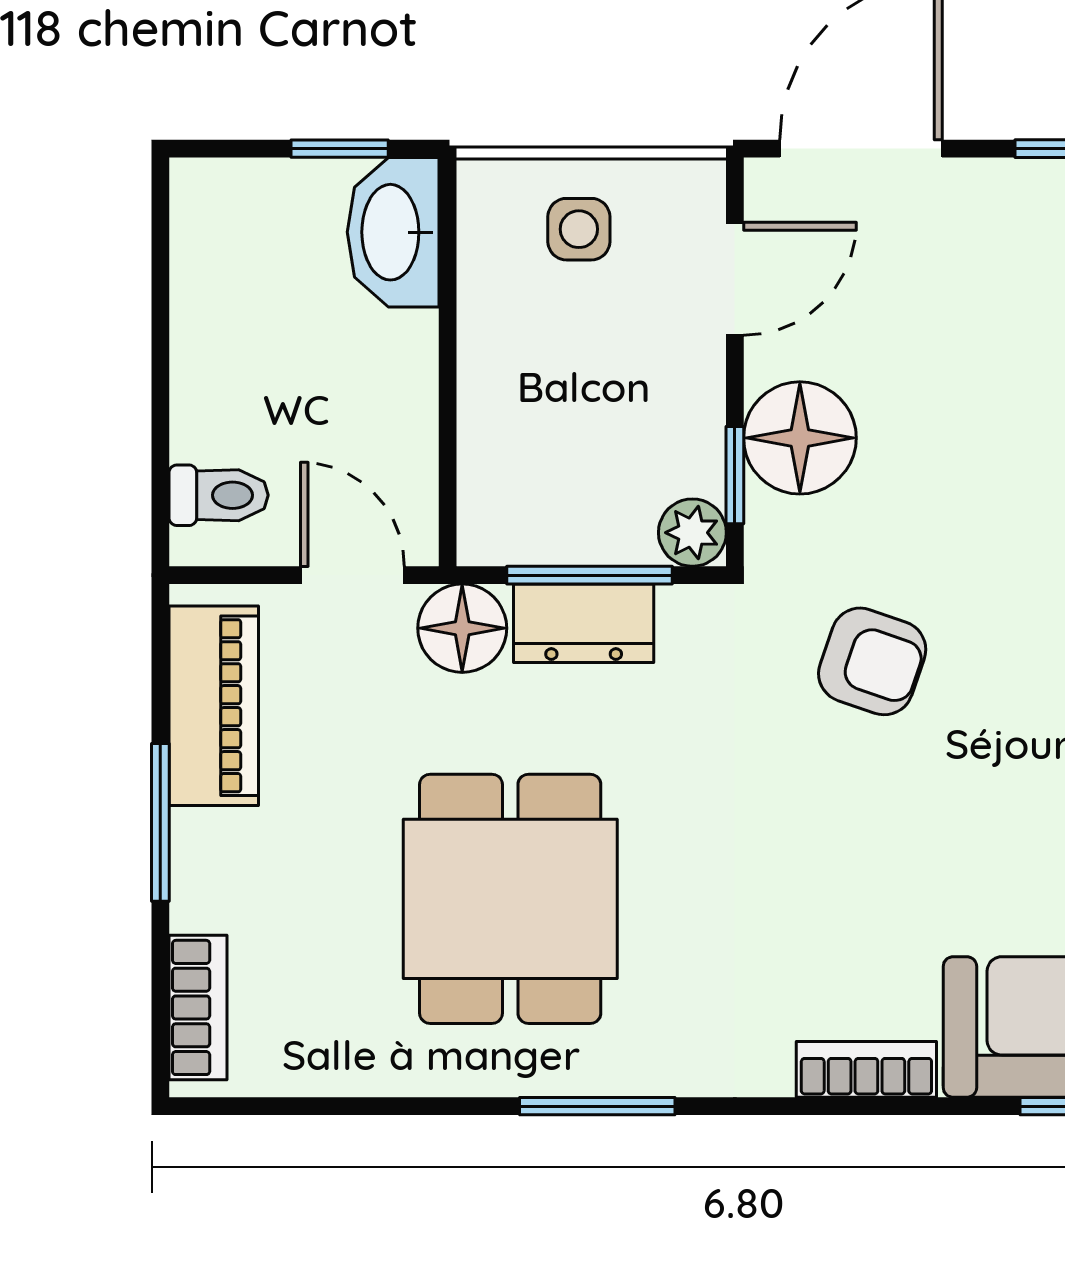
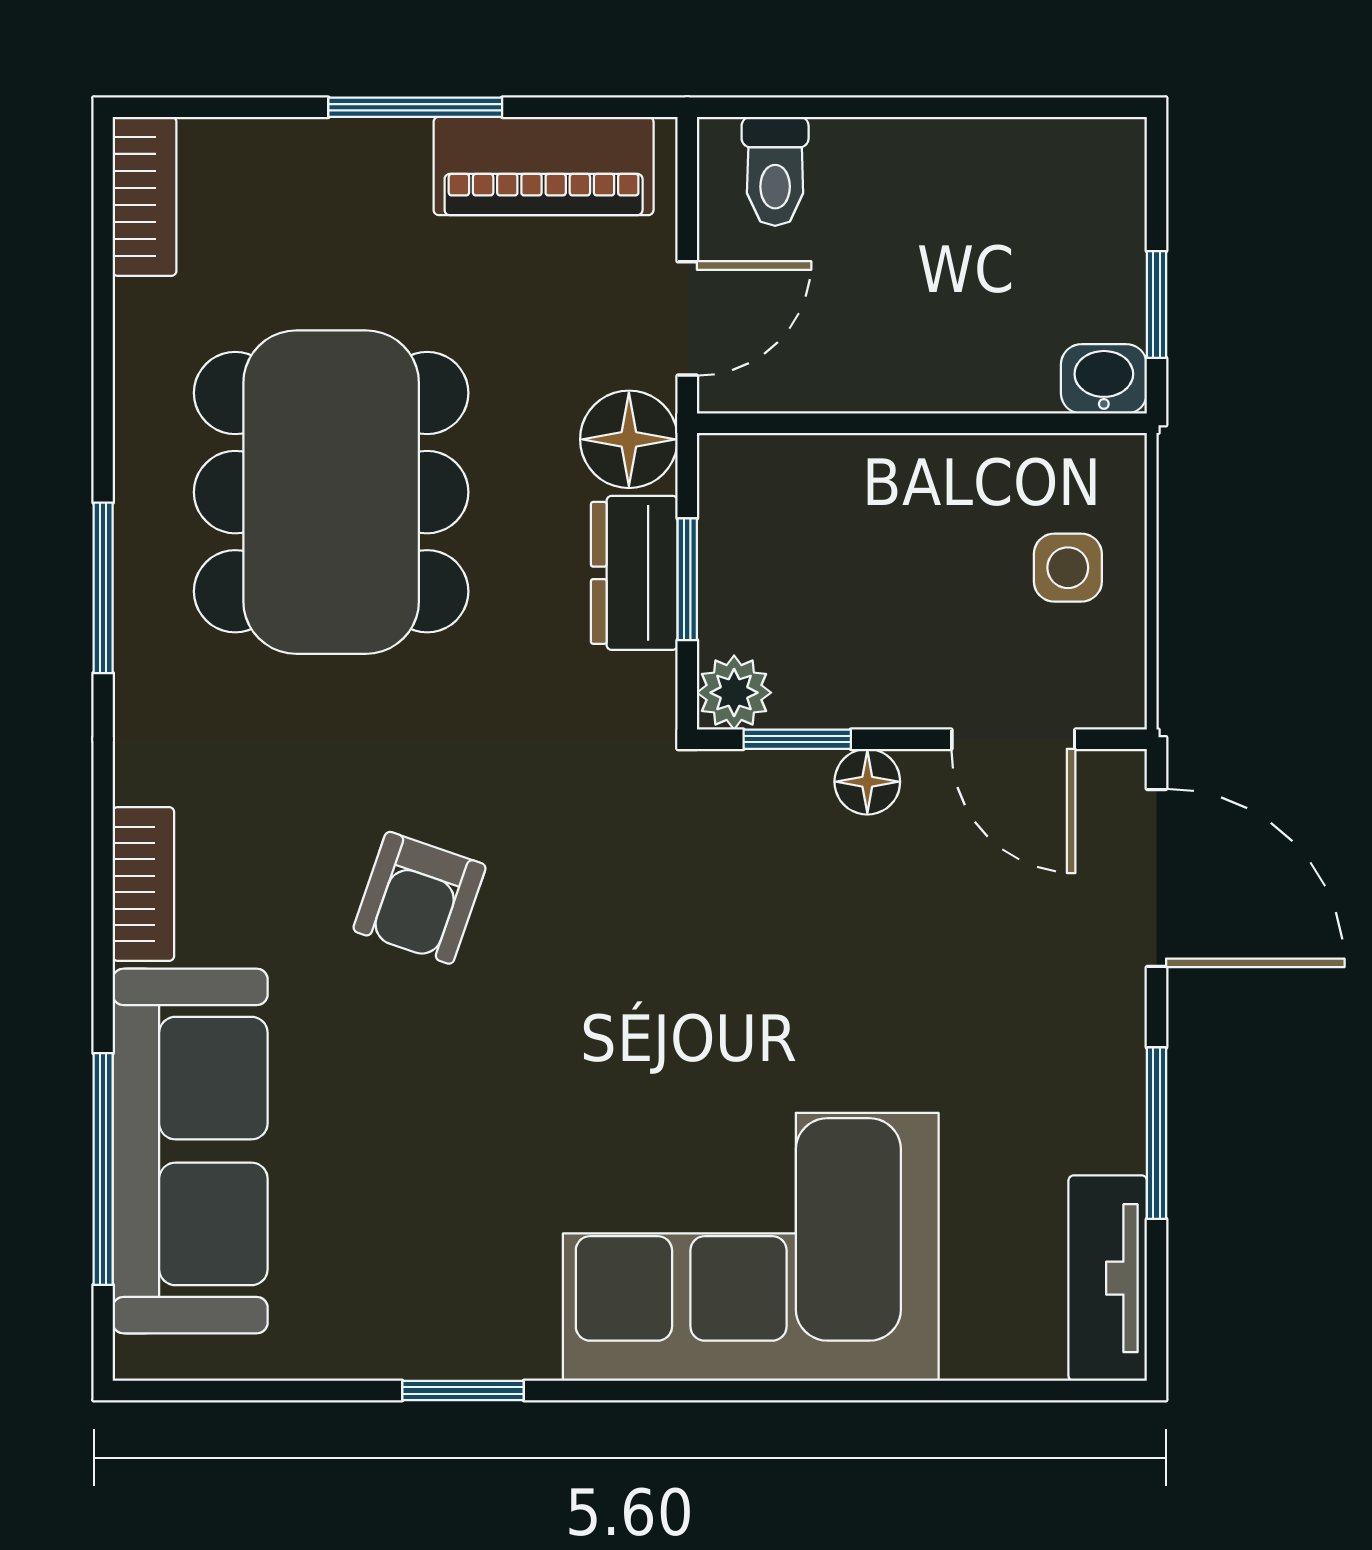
washbasin: (393, 232) -> (1104, 379), width x0.52, depth x0.69
floor lamp: (800, 438) -> (867, 782), width x0.53, depth x0.53
window: (589, 575) -> (687, 579), width x0.67
armchair: (872, 661) -> (419, 898), moved
dining table: (510, 899) -> (331, 492), width x1.38
bookcase: (198, 1007) -> (144, 196), moved, turned -90

